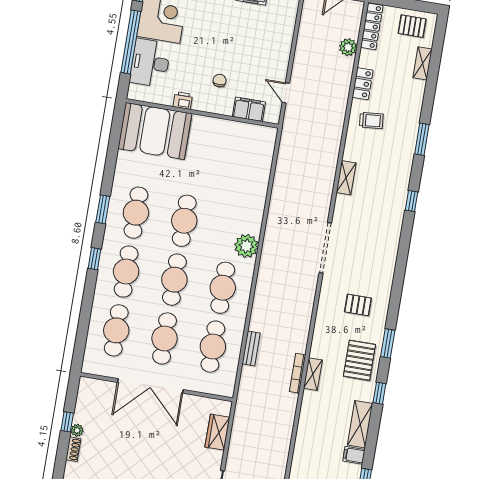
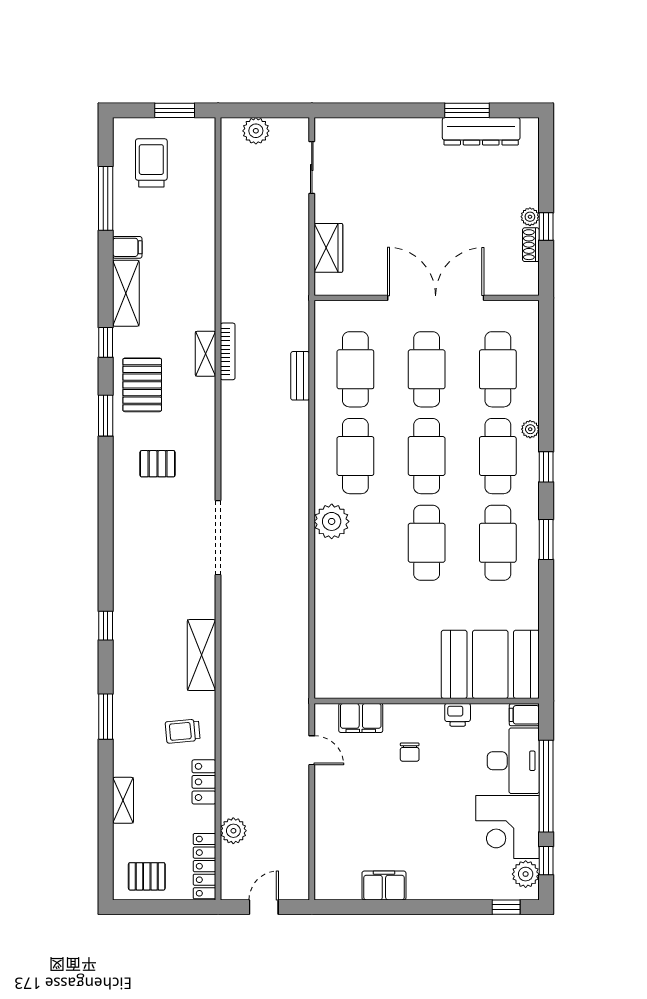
shelving: (422, 63) -> (123, 800), moved
filing cabinet: (138, 93) -> (524, 715), added
shelving: (346, 178) -> (201, 655), width x1.50, depth x1.33
plant: (101, 286) -> (530, 429), added
shoe rack: (73, 449) -> (531, 245), moved

